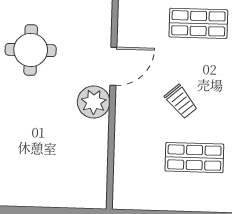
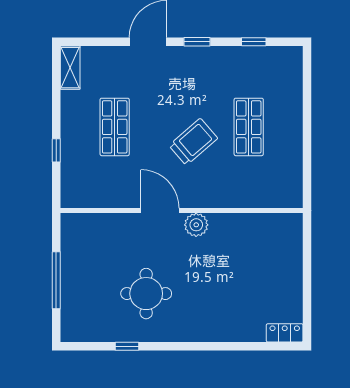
plant: (94, 102) -> (196, 225), width x0.73, depth x0.73
trolley: (181, 102) -> (193, 142), width x1.36, depth x1.39

